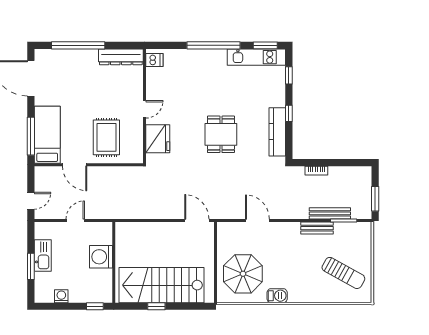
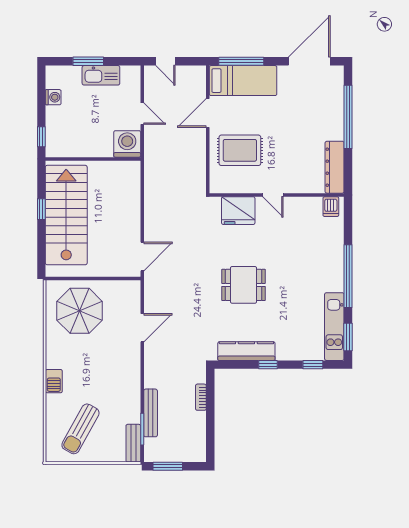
bench: (317, 228) -> (133, 443), moved
washing machine: (101, 257) -> (127, 144), moved
barbecue: (277, 296) -> (54, 381), moved

